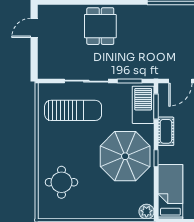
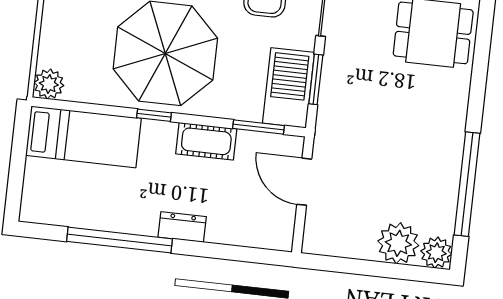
barbecue: (143, 105) -> (288, 88), moved, turned -90

